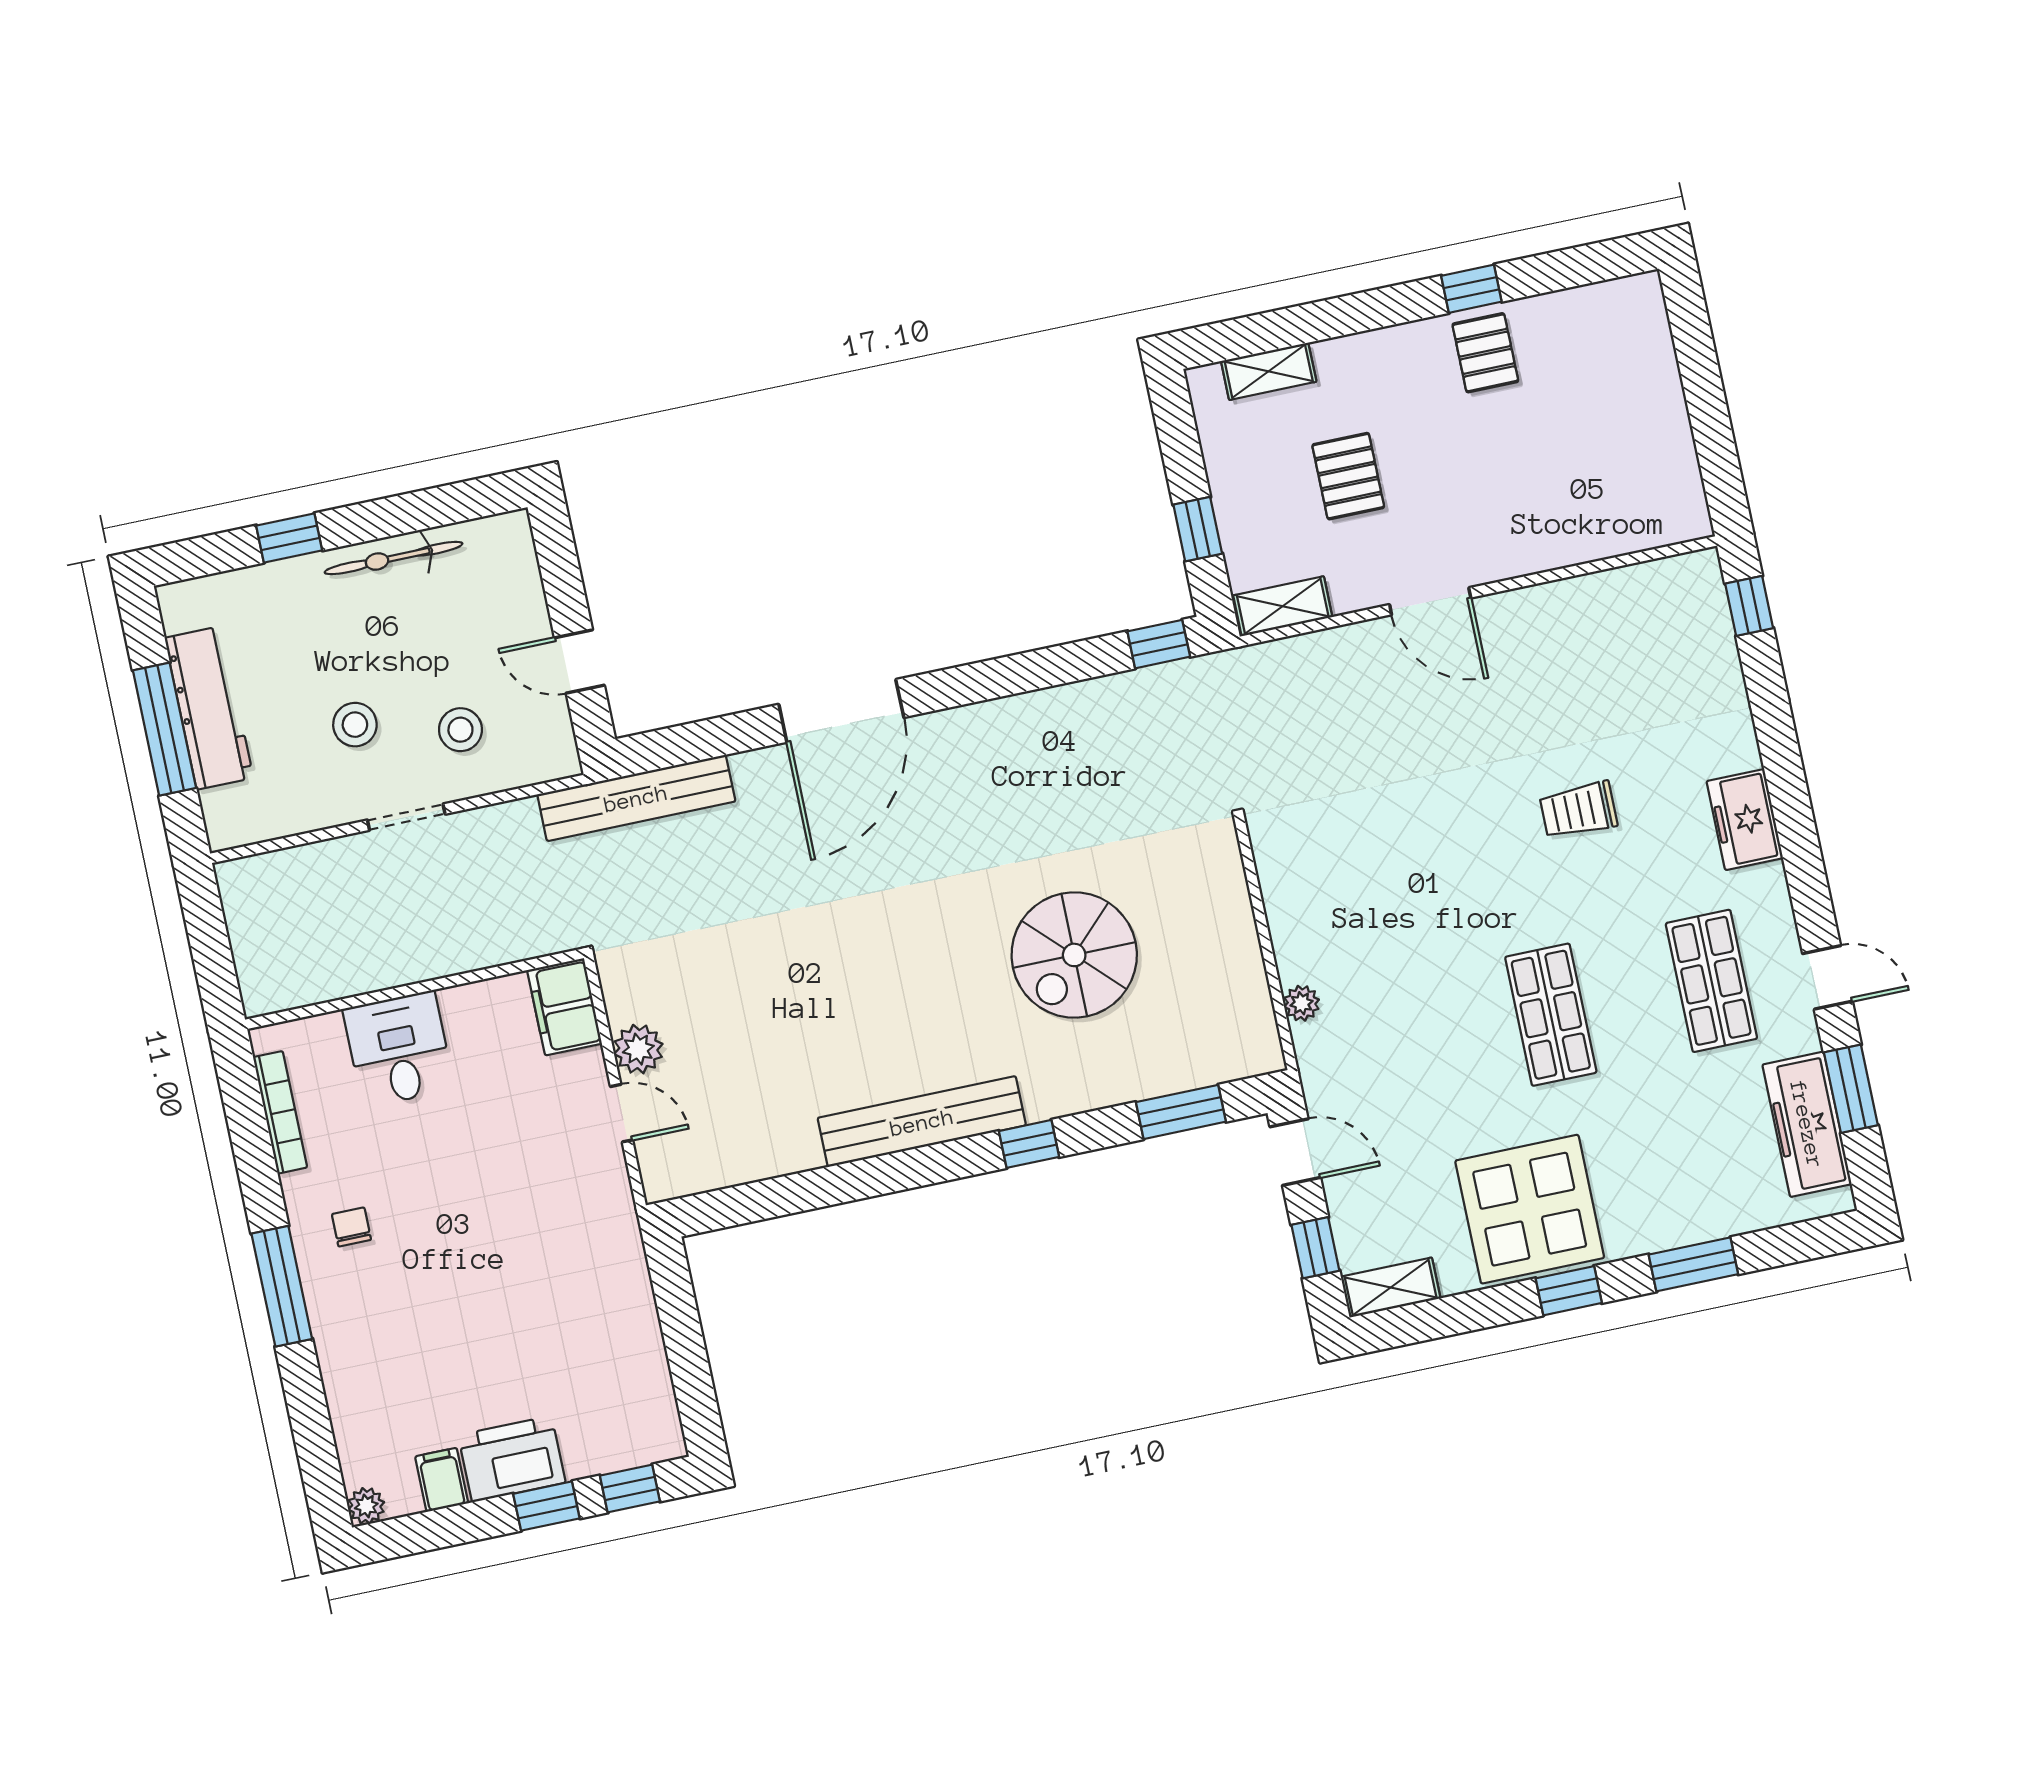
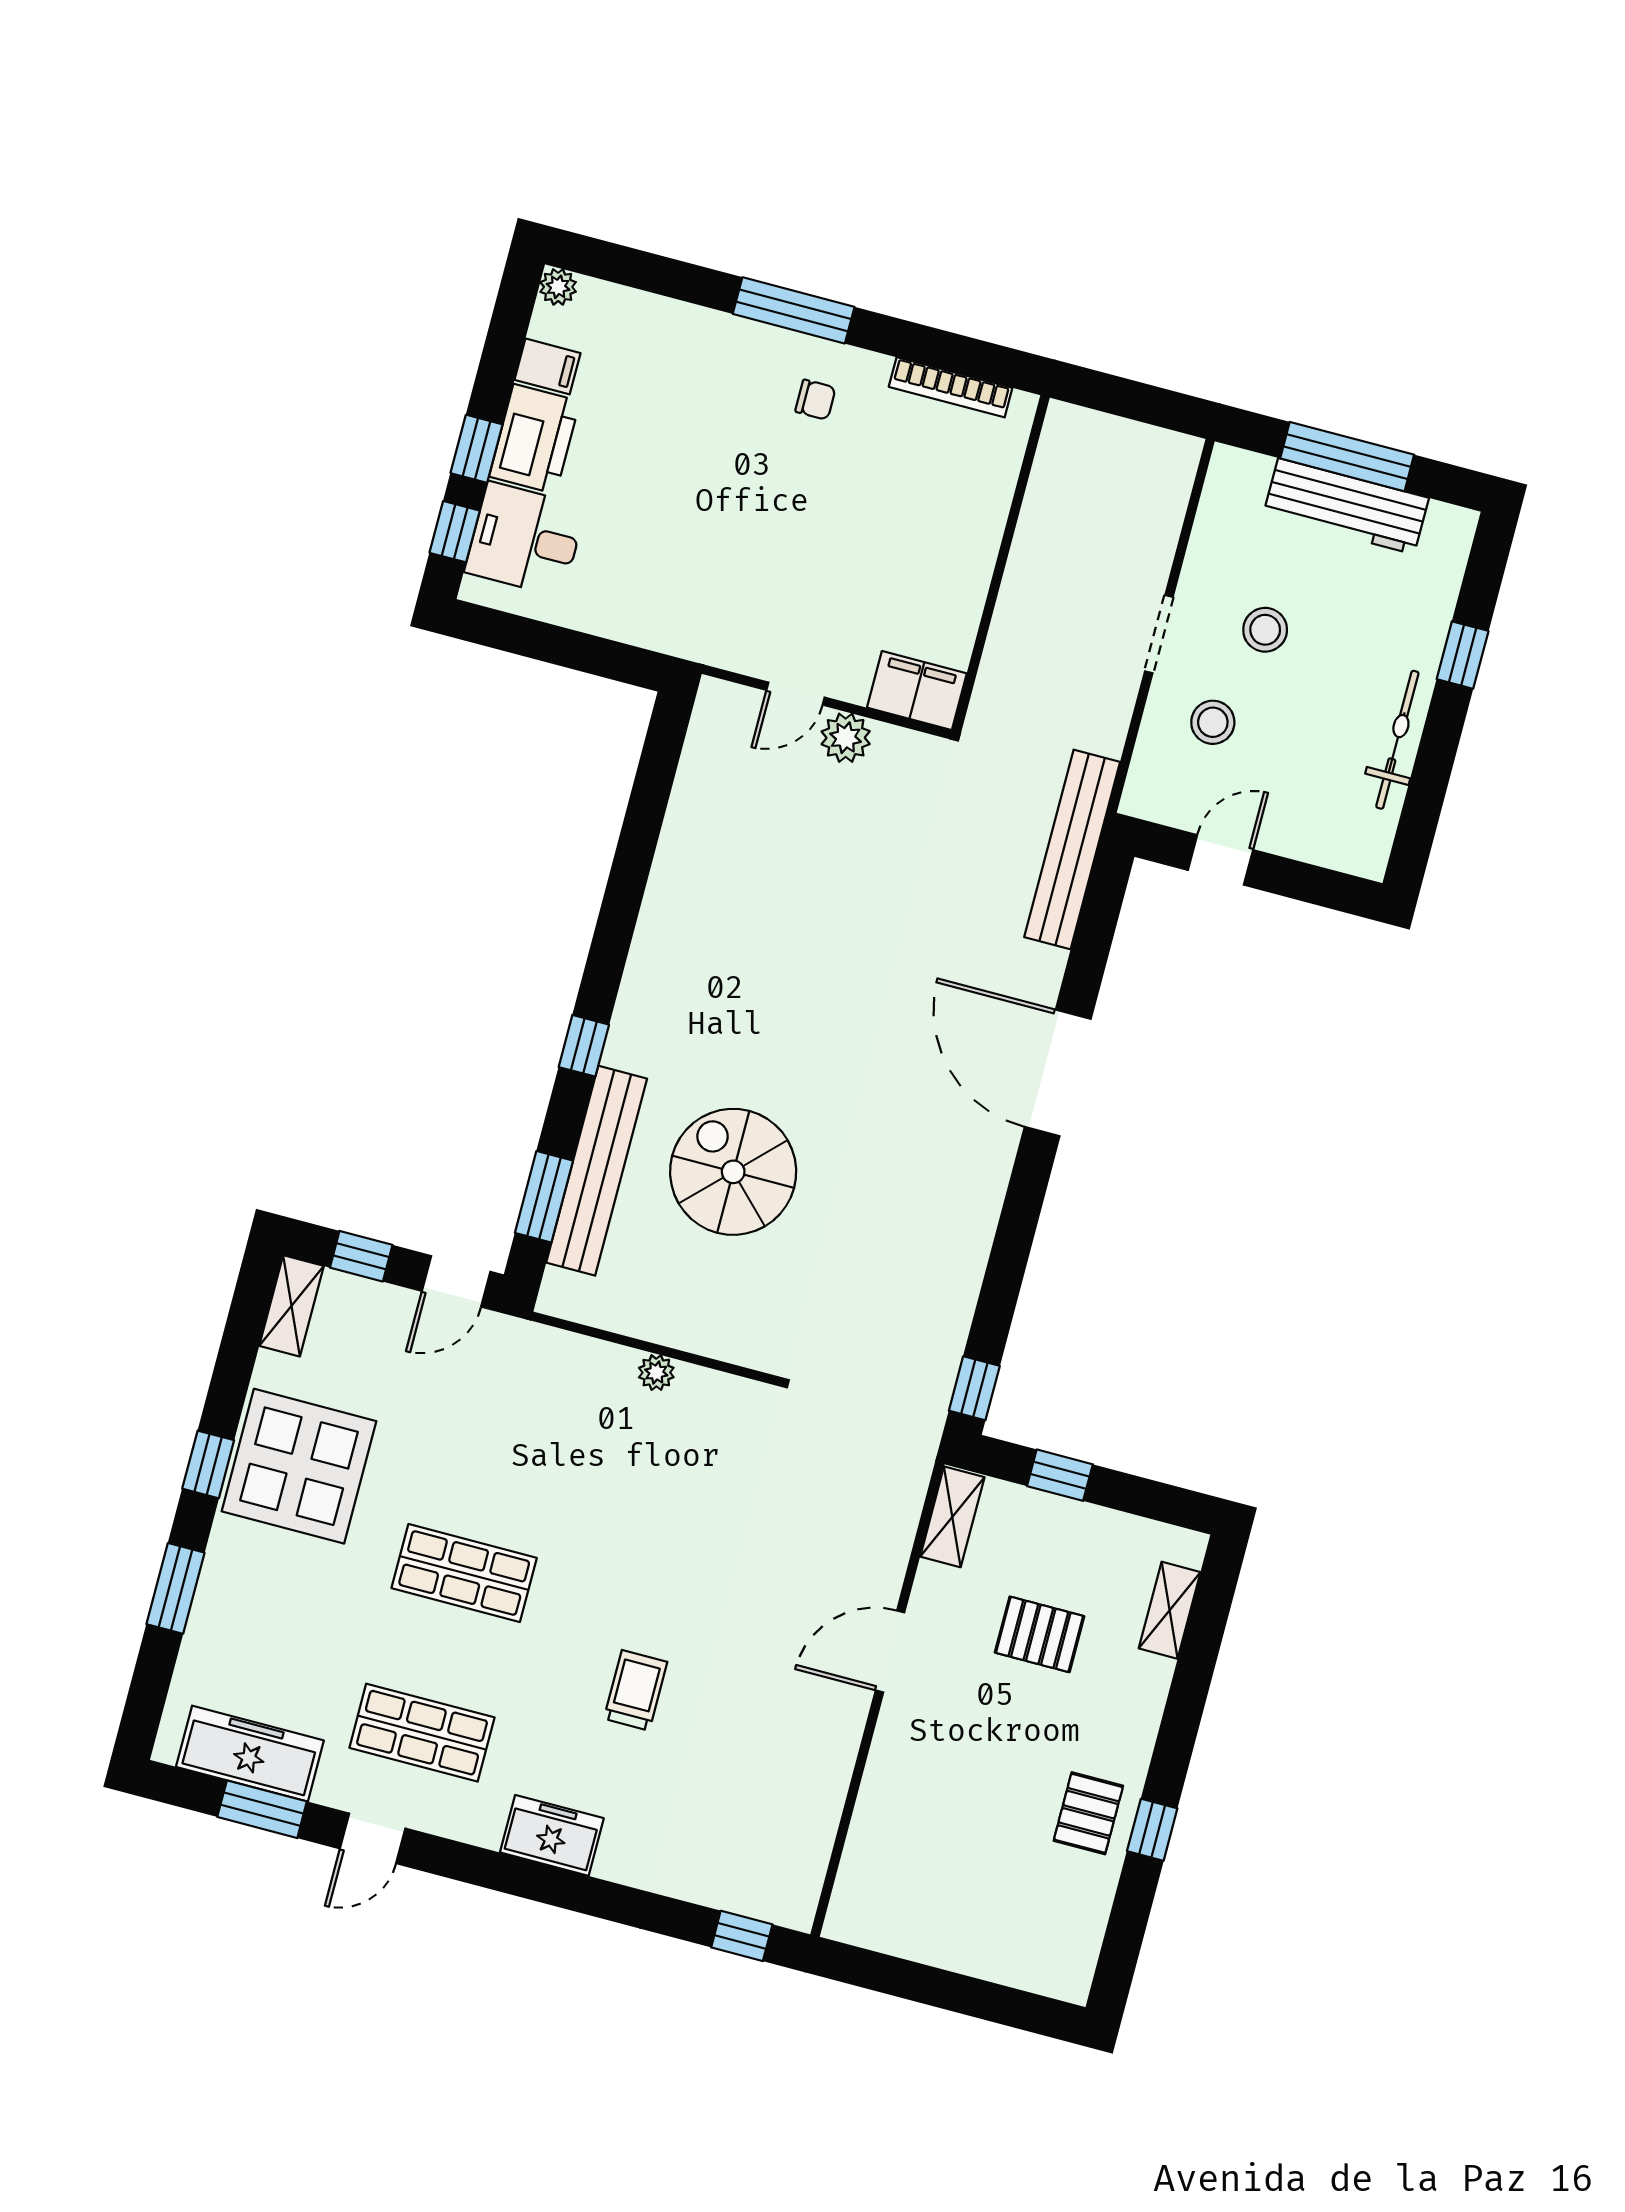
pallet: (1485, 353) -> (1088, 1813), turned 90
plant: (1302, 1003) -> (656, 1373), moved
desk: (399, 1049) -> (525, 539), moved, turned 180
bench: (922, 1122) -> (597, 1171), moved

